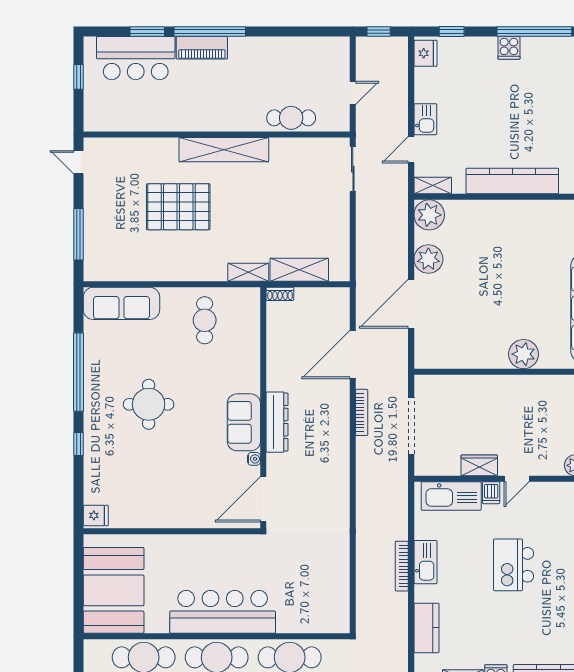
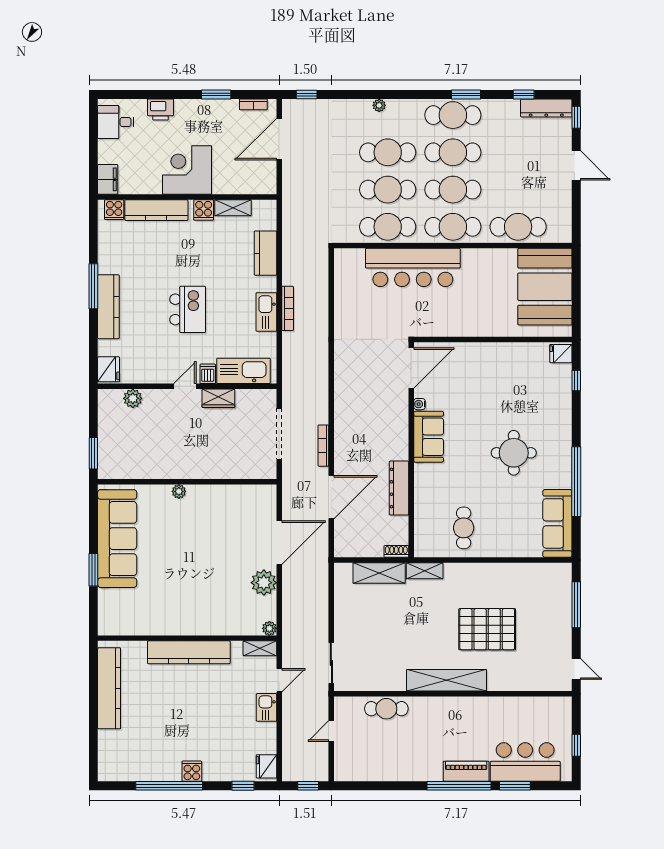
plant: (429, 215) -> (269, 628), width x0.53, depth x0.53
sofa: (121, 303) -> (557, 523), moved, turned -90
plant: (523, 354) -> (179, 491), width x0.53, depth x0.53
dresser: (277, 422) -> (399, 488), moved
window: (79, 444) -> (576, 381), moved
bar counter: (223, 612) -> (413, 267), moved

